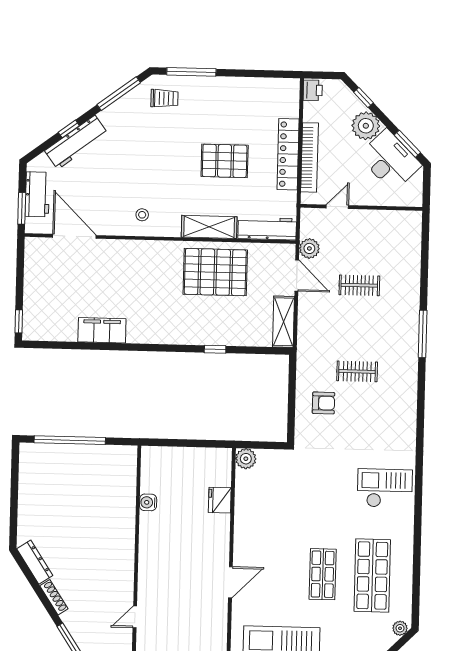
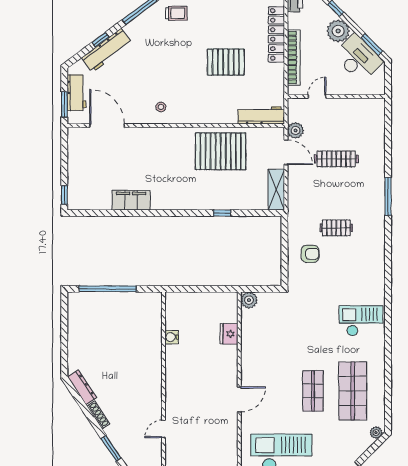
locker: (288, 154) -> (276, 34), moved
shelving: (209, 227) -> (215, 115), removed
clothes rail: (359, 285) -> (336, 159), width x1.36

